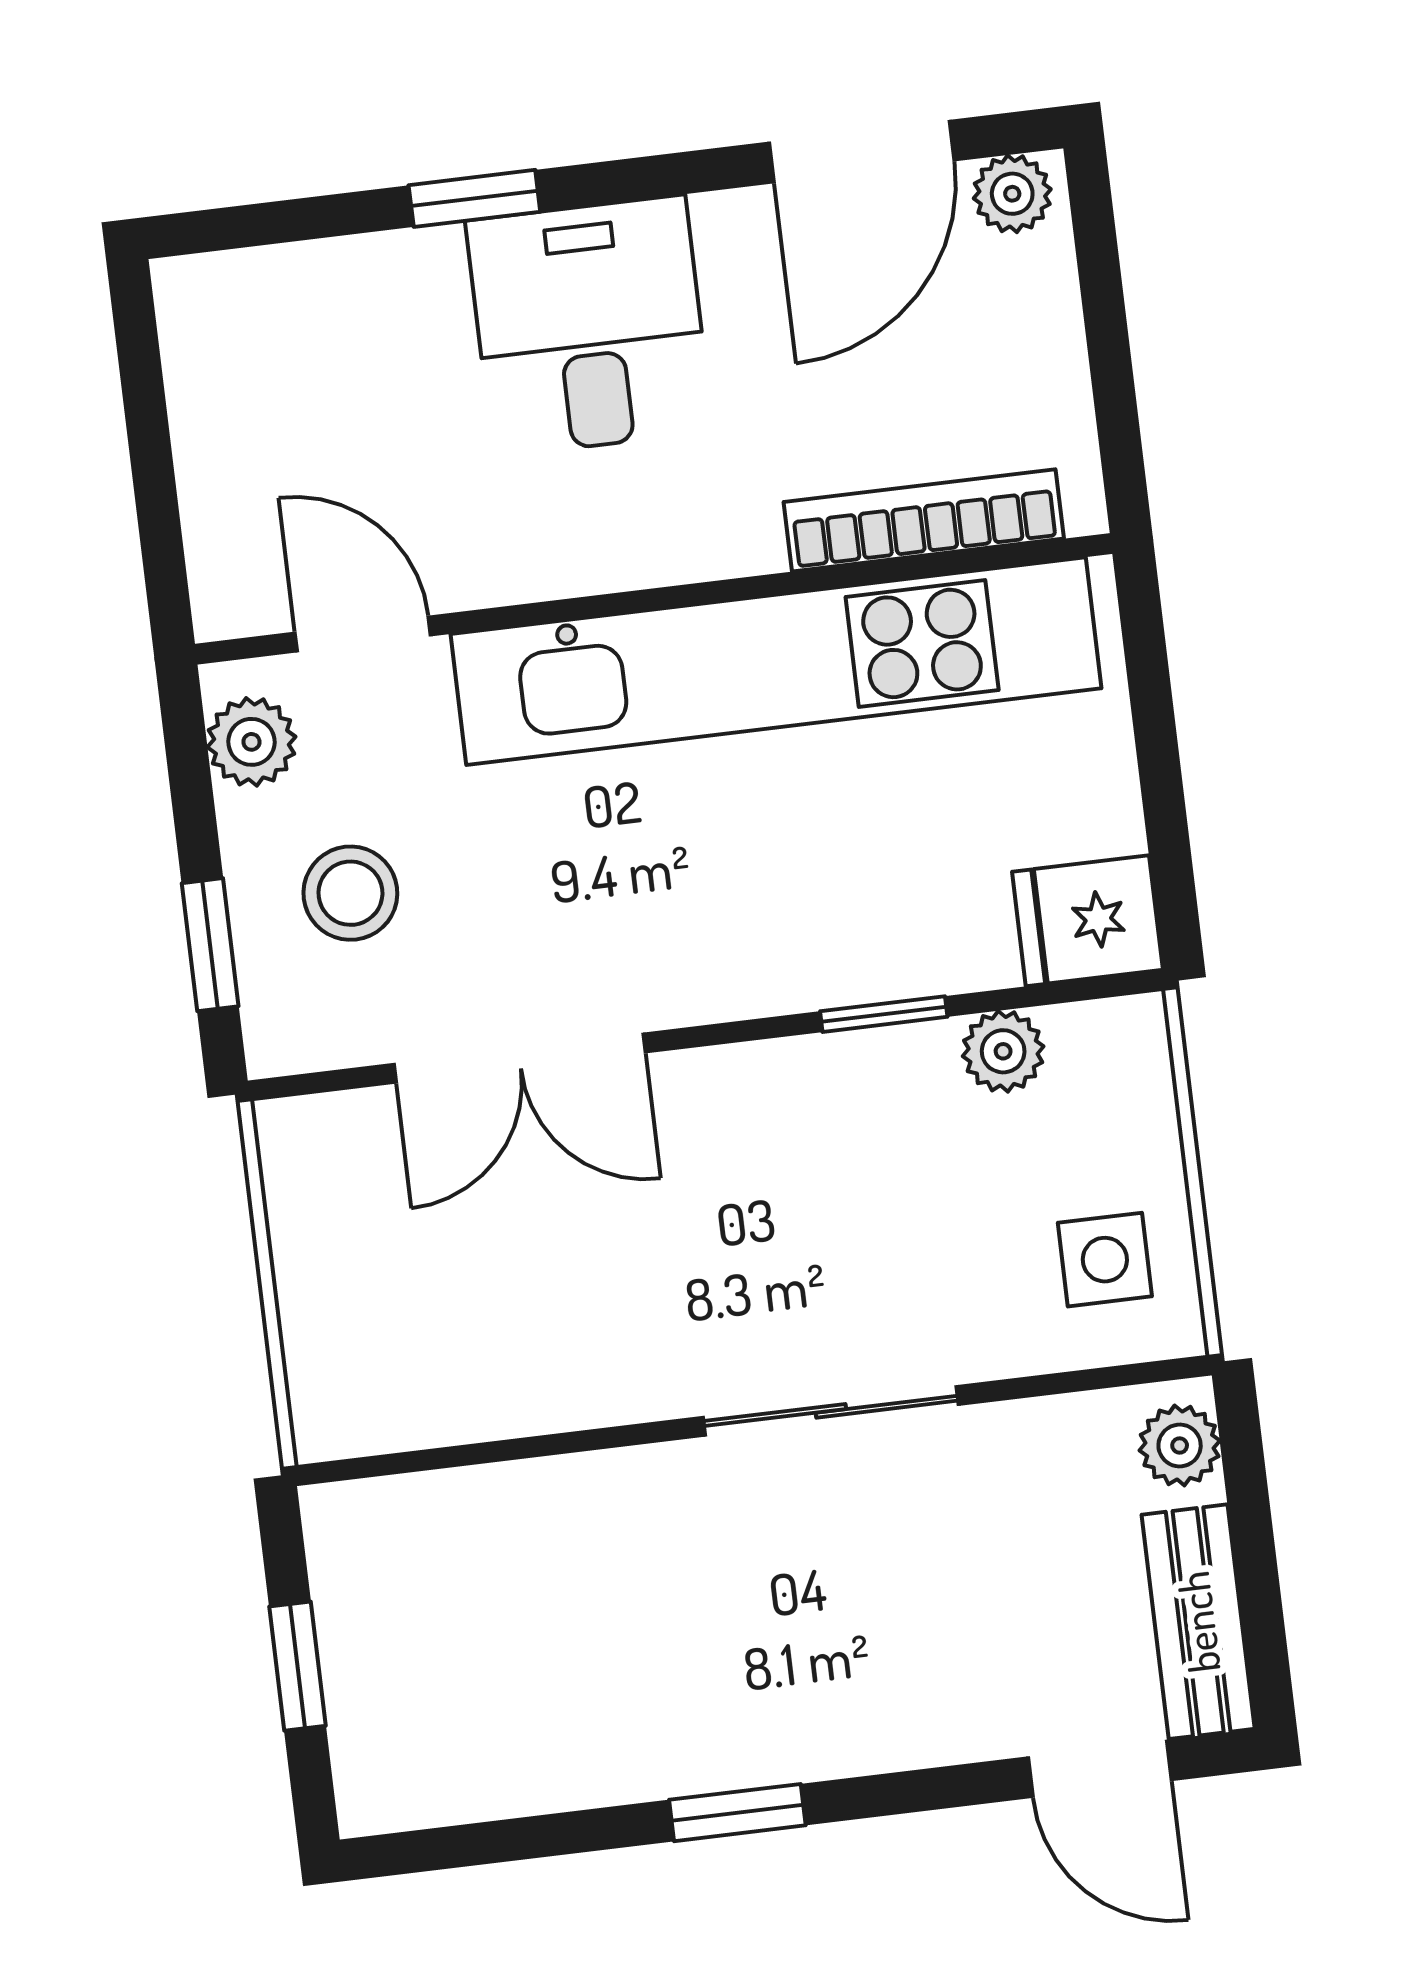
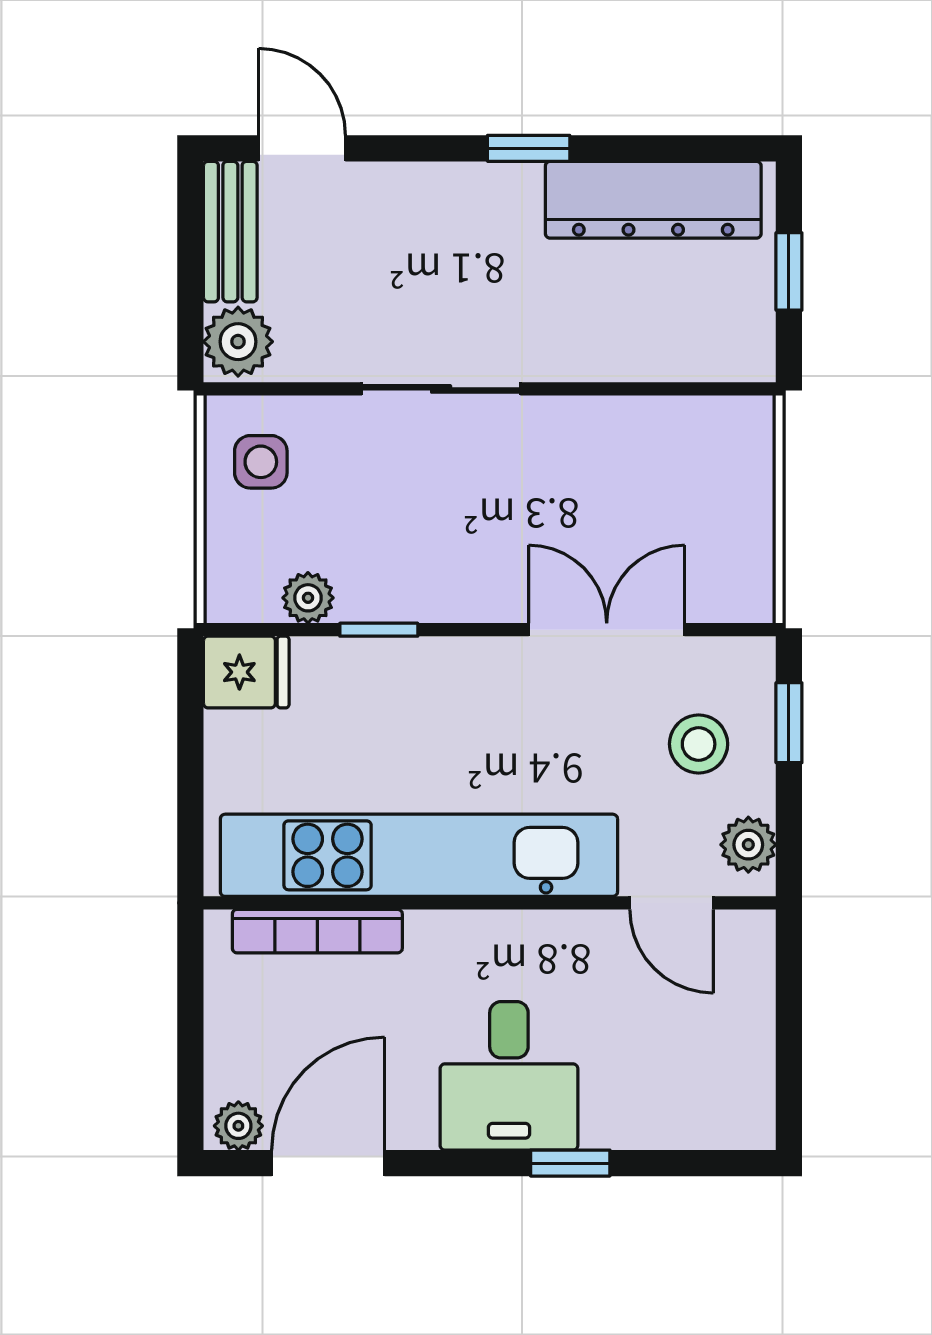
plant: (1180, 1446) -> (238, 342), width x1.38, depth x1.38
dresser: (528, 1754) -> (653, 200), added

